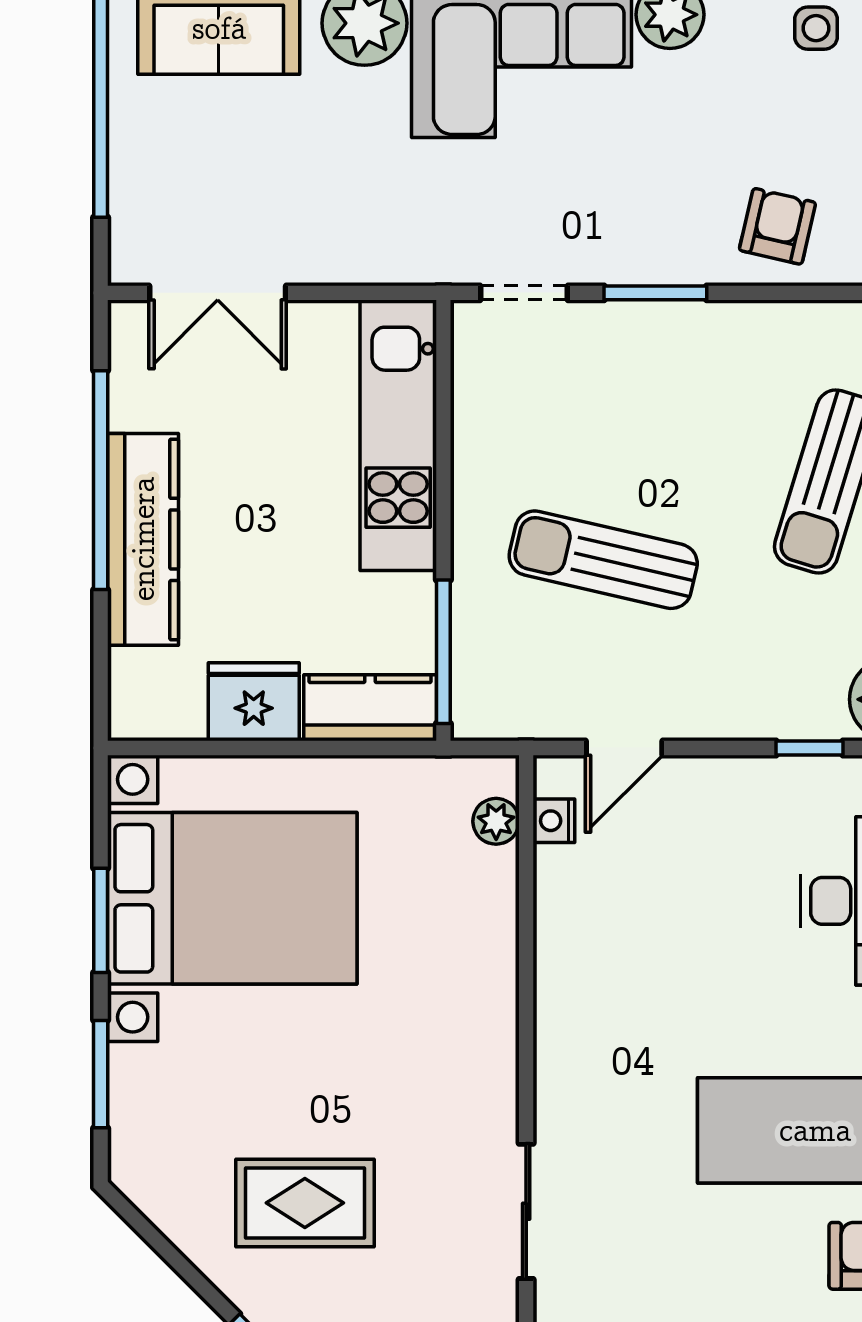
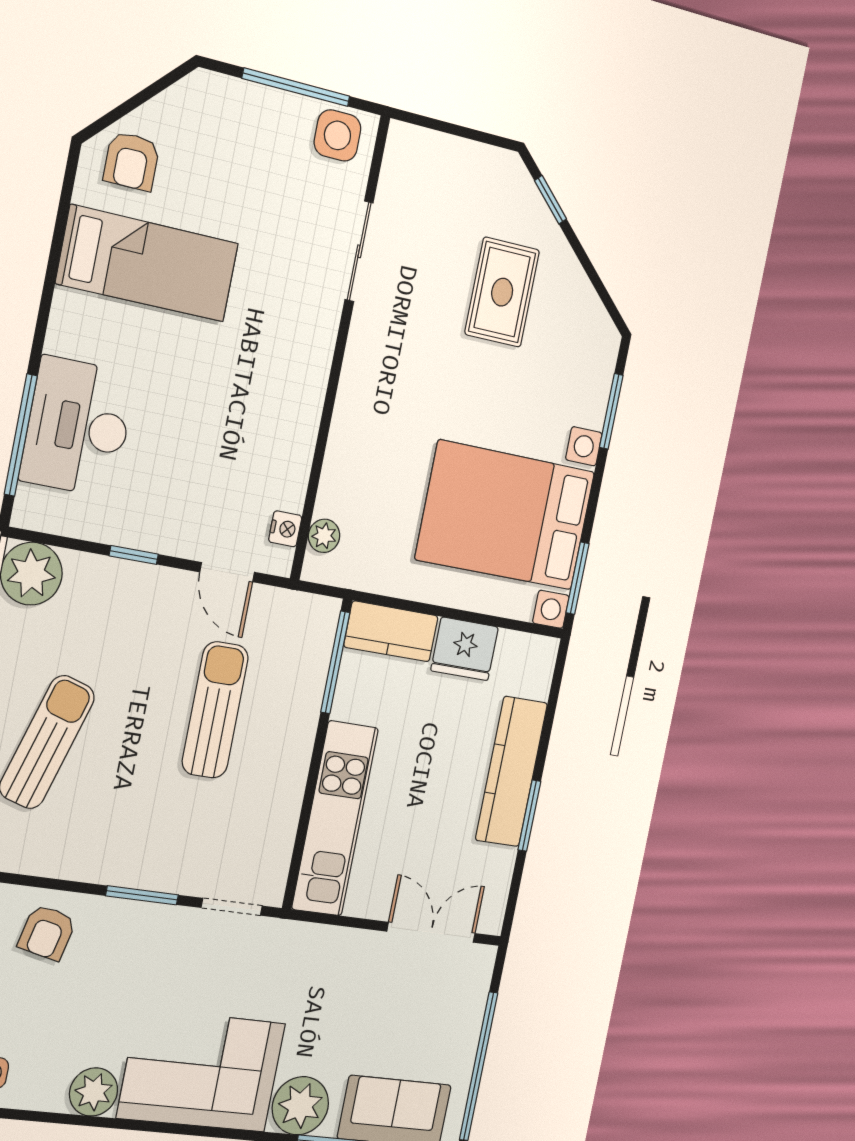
window: (101, 480) -> (529, 816), width x0.47
sun lounger: (603, 560) -> (215, 710), turned -103
door: (624, 748) -> (227, 572), swing flipped
window: (810, 748) -> (134, 555), moved
window: (101, 920) -> (577, 578), moved
rug: (305, 1203) -> (502, 292), turned 90

